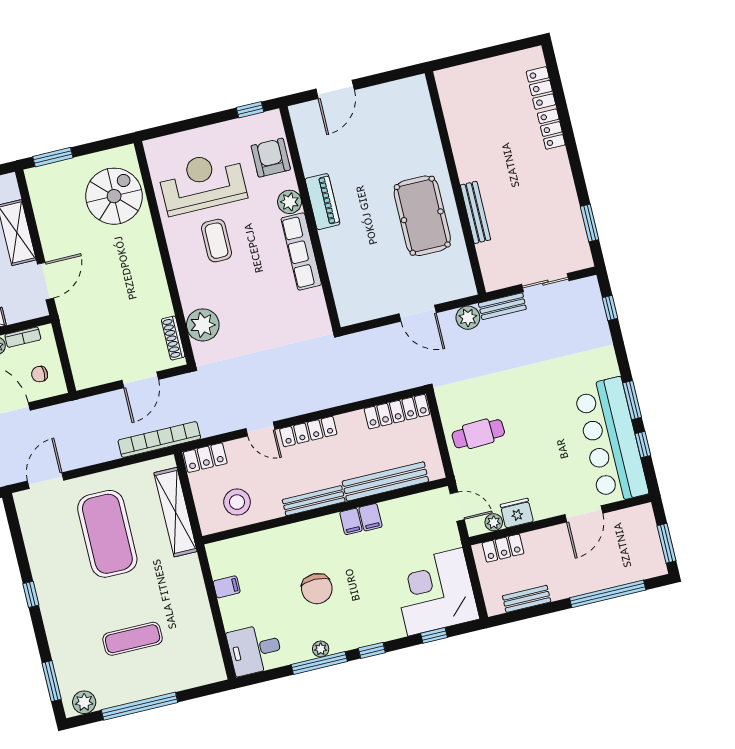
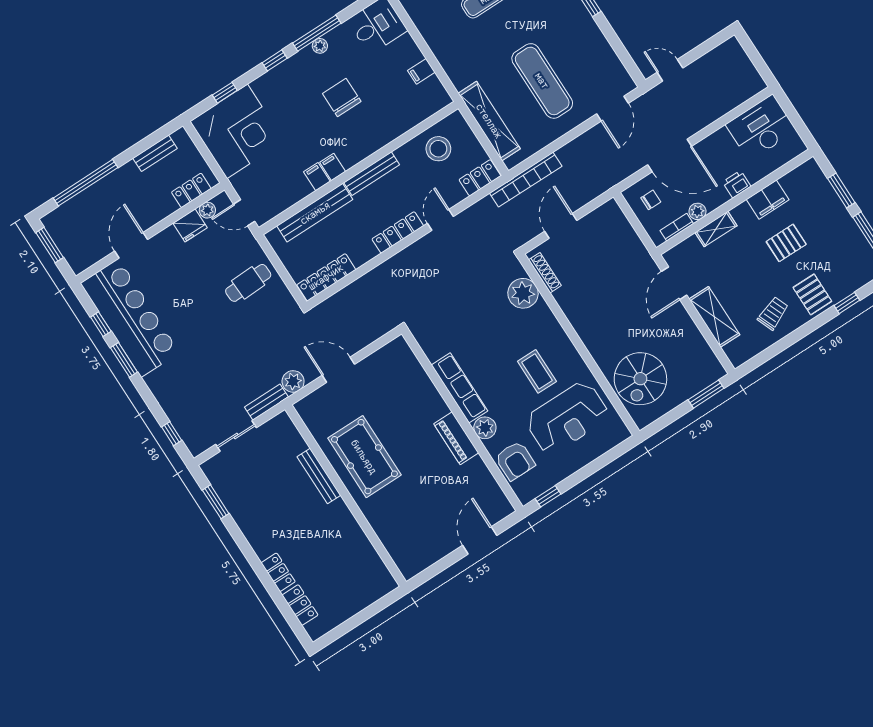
door: (260, 429) -> (440, 220), hinge flipped
exercise mat: (107, 534) -> (542, 81), width x0.68

